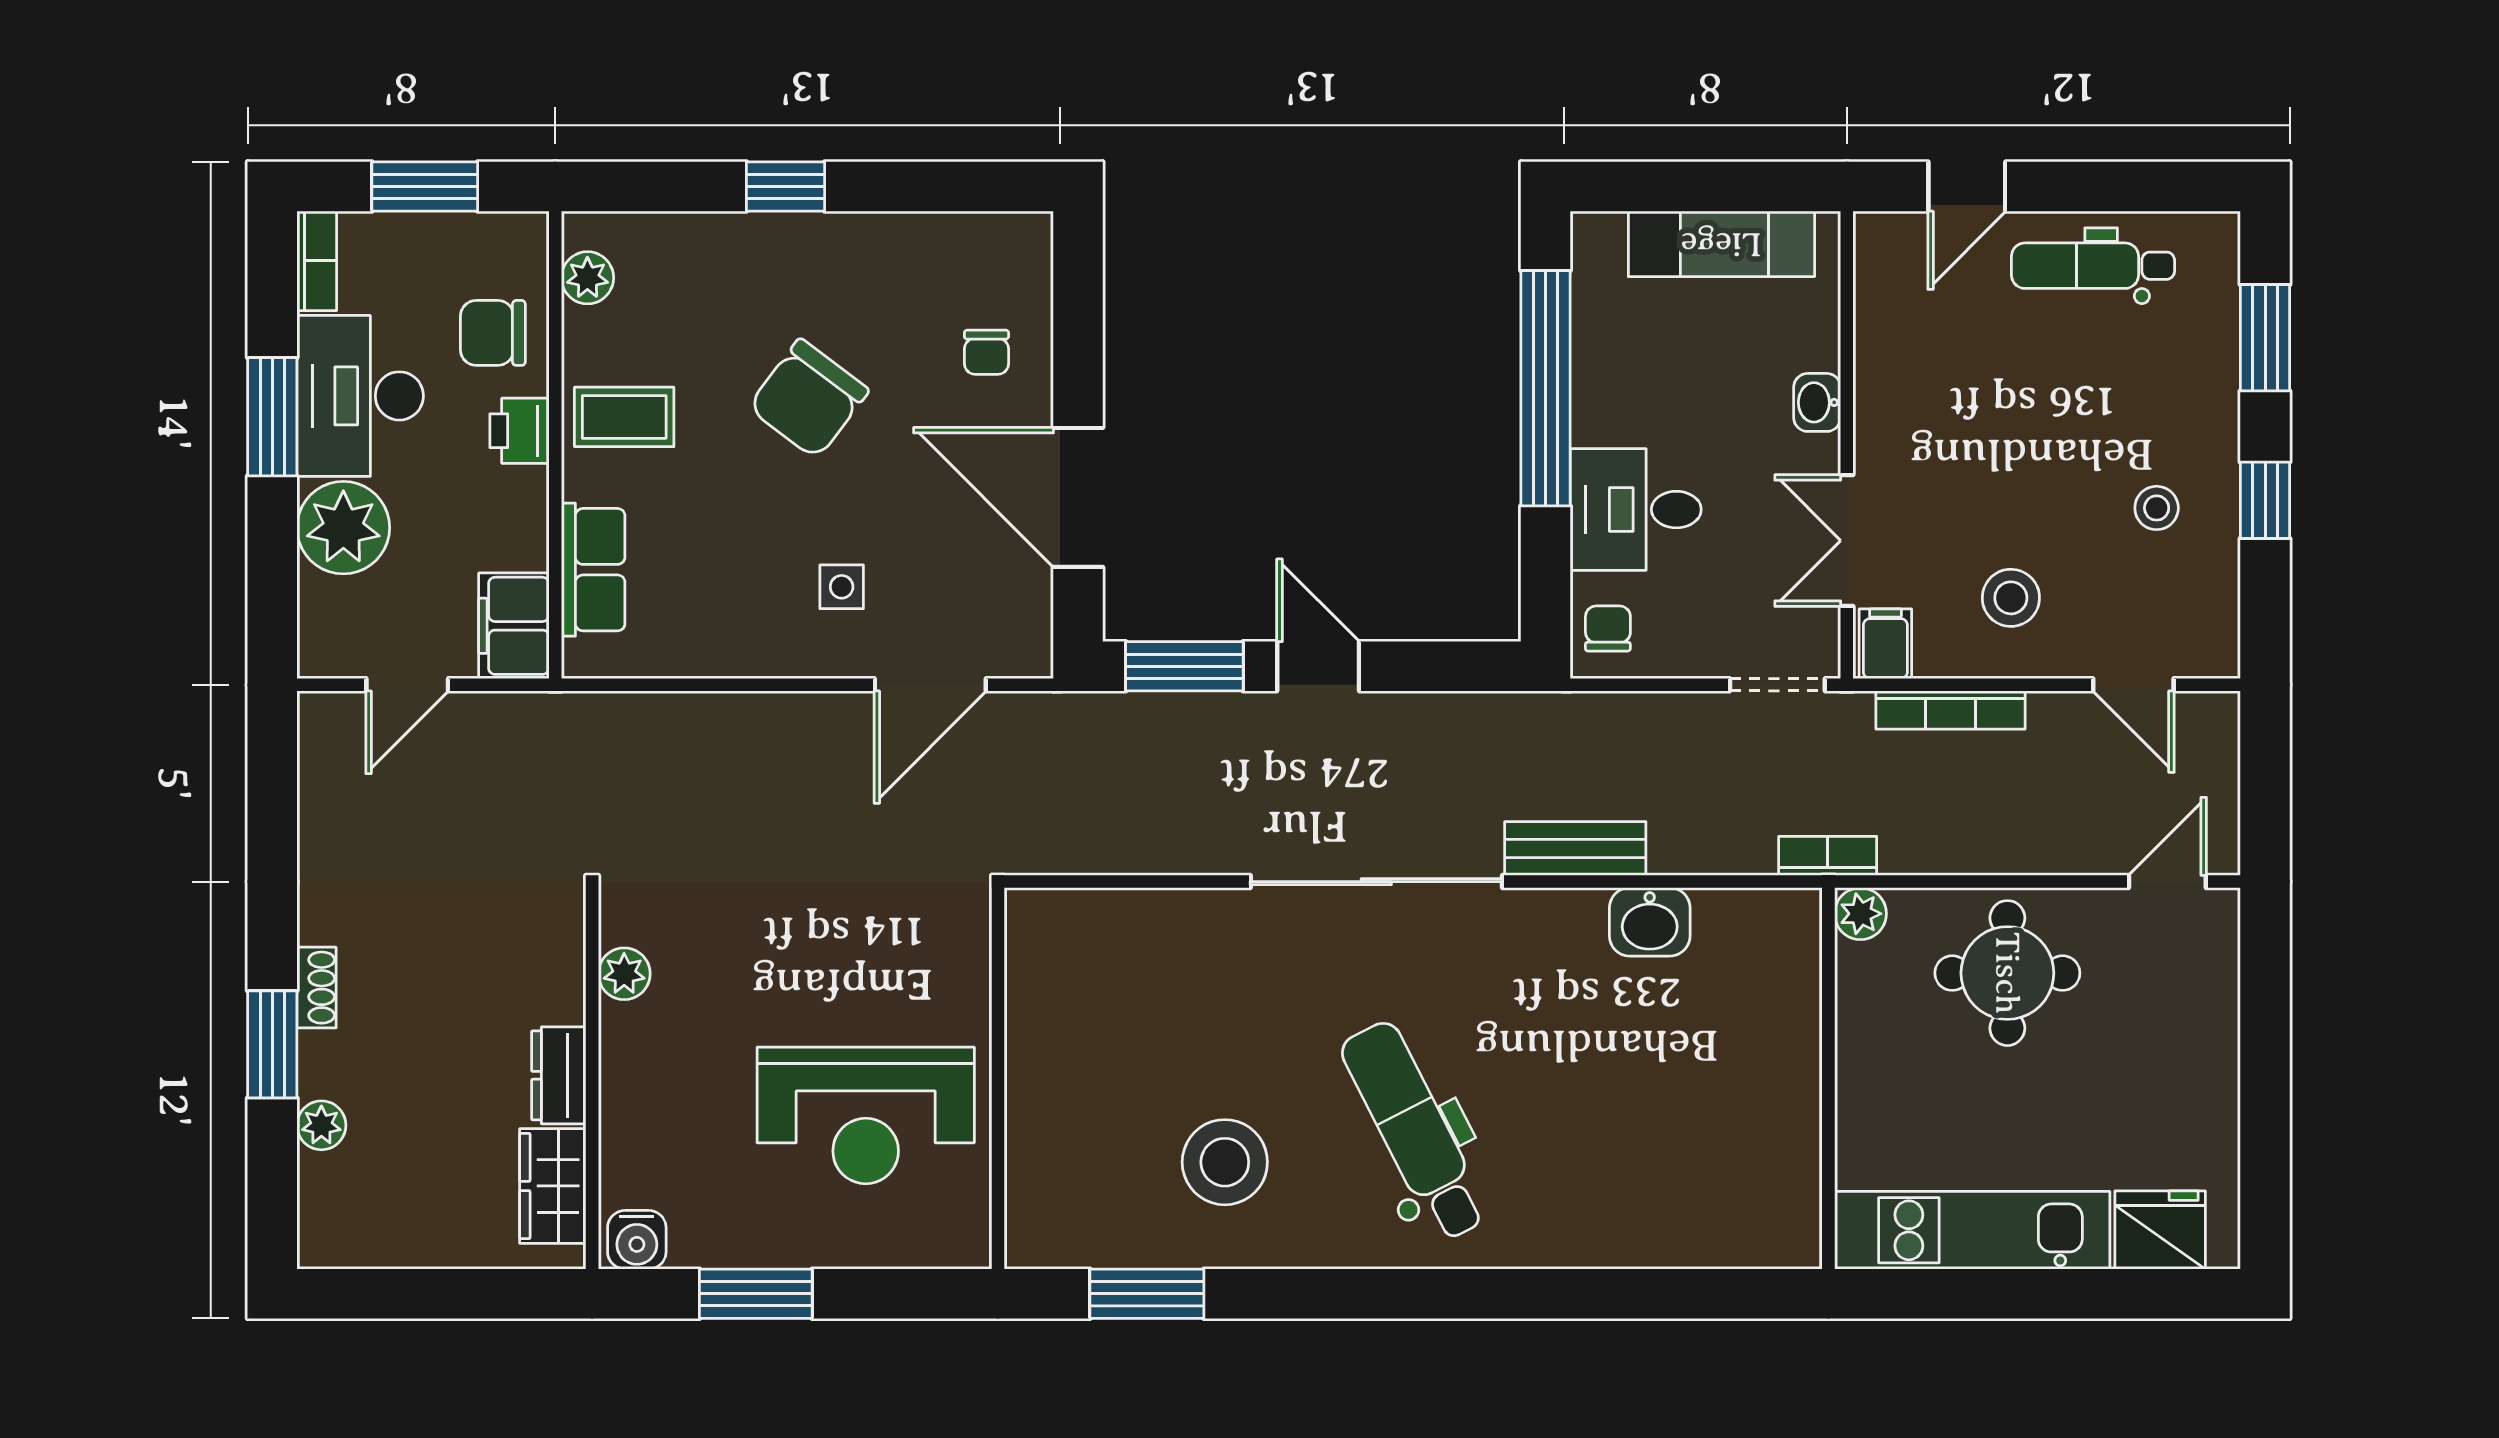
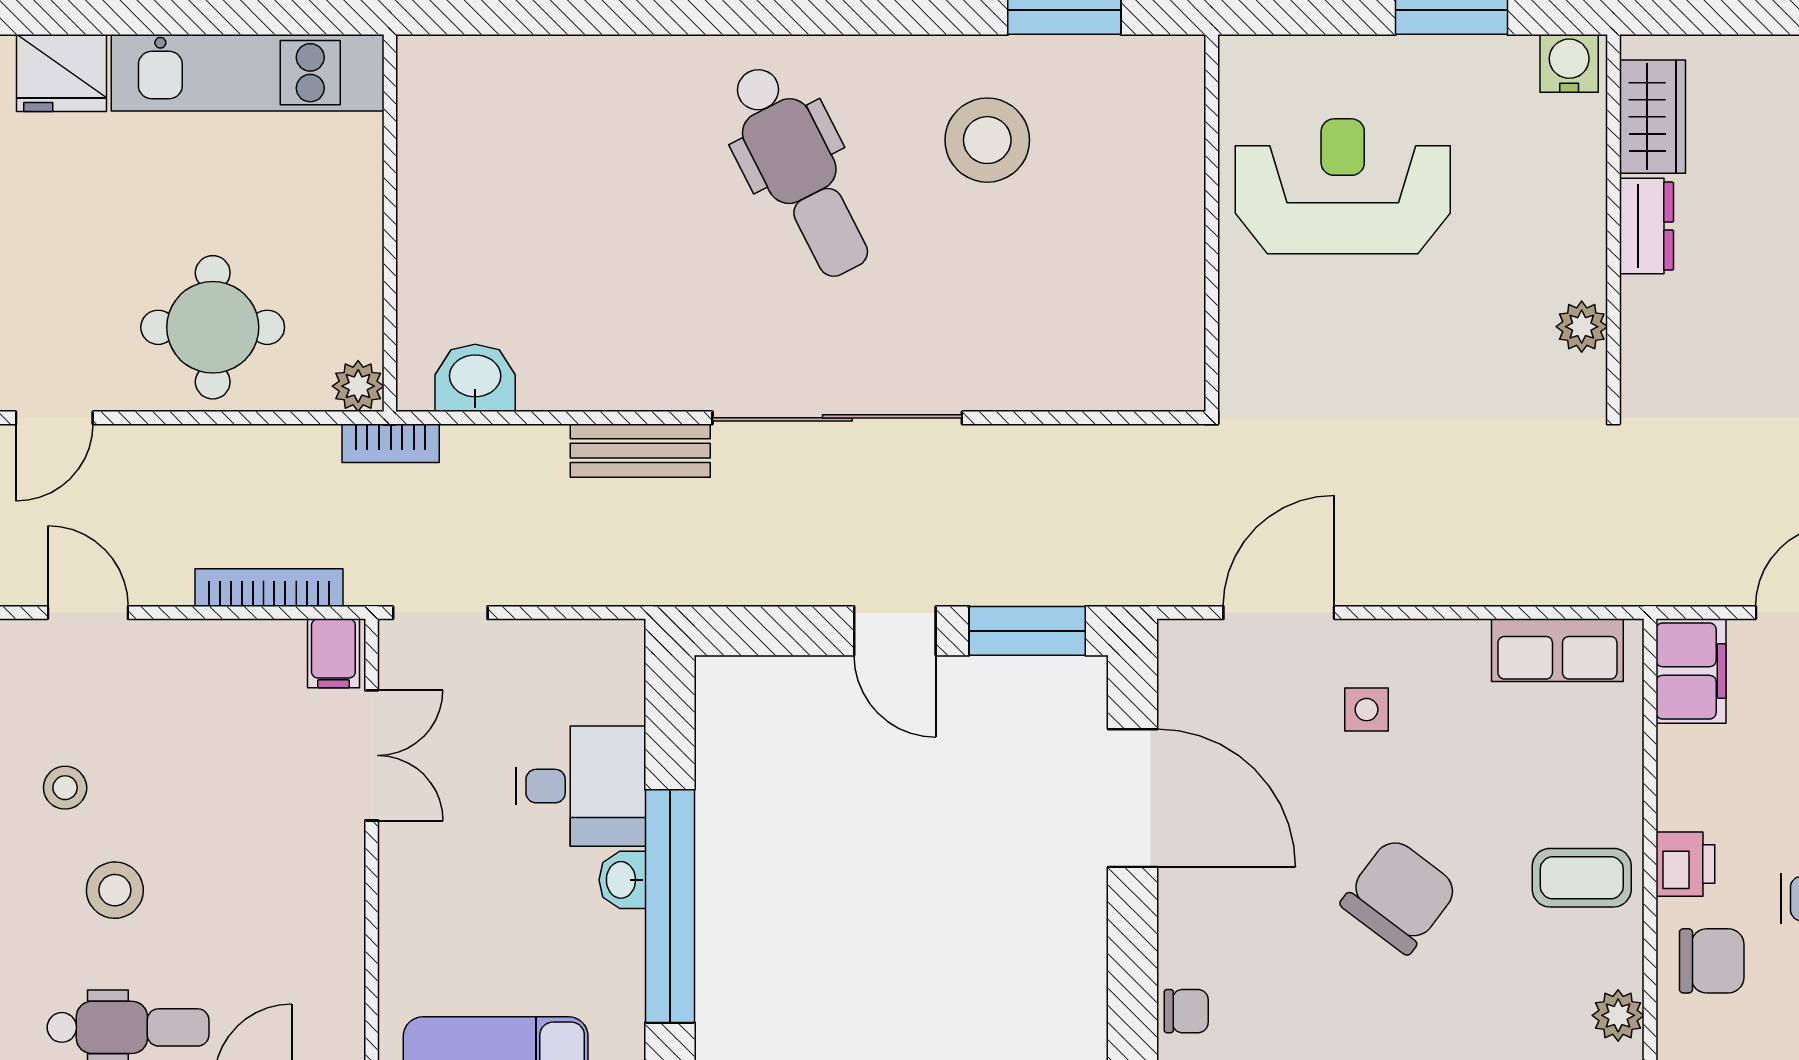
chair: (986, 352) -> (1186, 1011), moved, turned 90
washbasin: (1817, 402) -> (622, 880), moved, turned 180
row of seats: (593, 570) -> (1557, 650), moved, turned -90
stool: (2011, 598) -> (115, 890), moved
chair: (1608, 628) -> (608, 668), removed
washbasin: (1650, 922) -> (475, 378), moved

